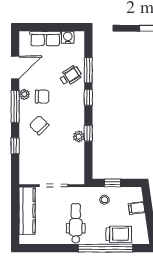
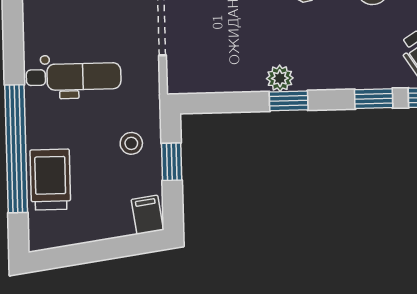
filing cabinet: (137, 208) -> (147, 215), moved
trolley: (119, 234) -> (50, 180), turned 180

